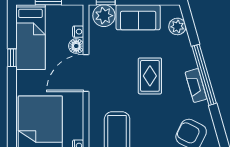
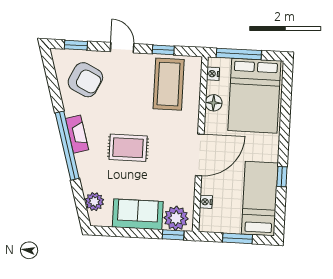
floor lamp: (76, 46) -> (214, 103), moved
rug: (150, 76) -> (128, 148), turned 90

